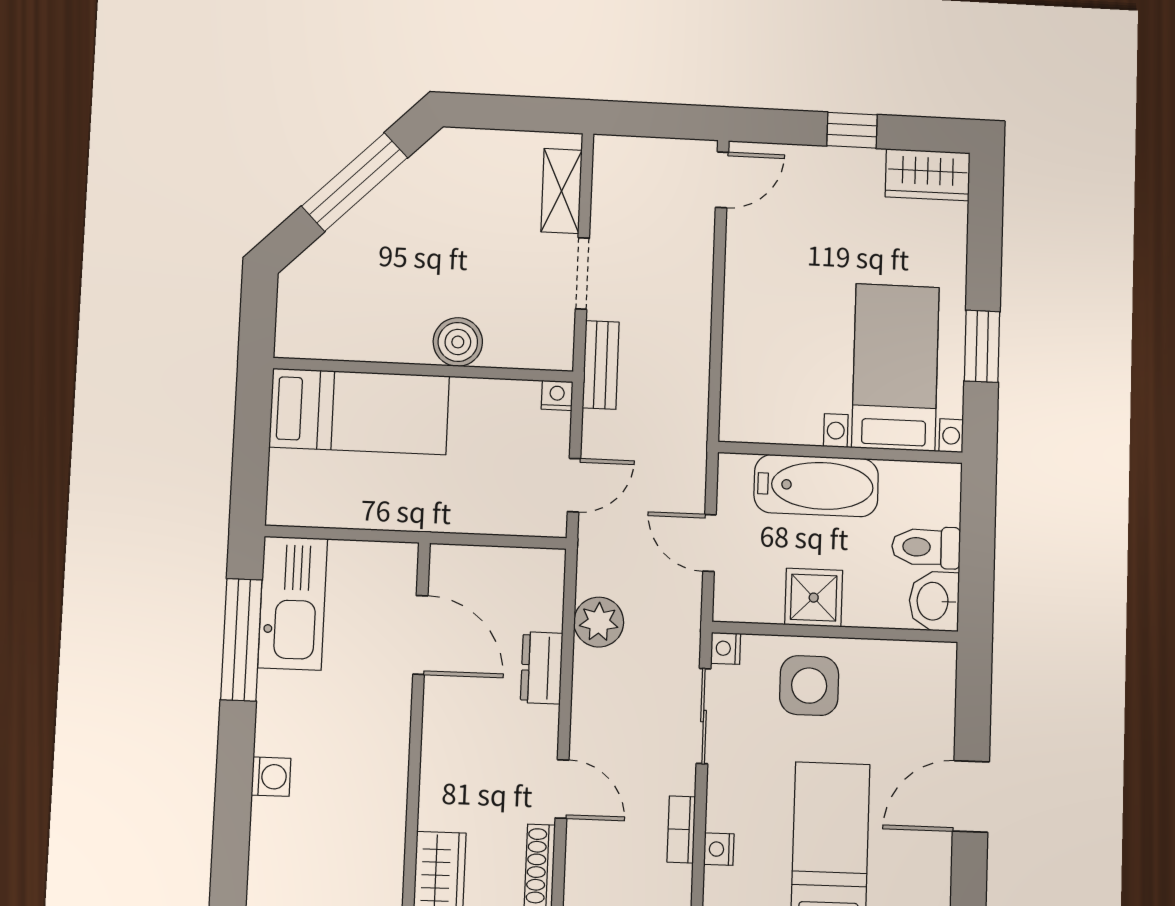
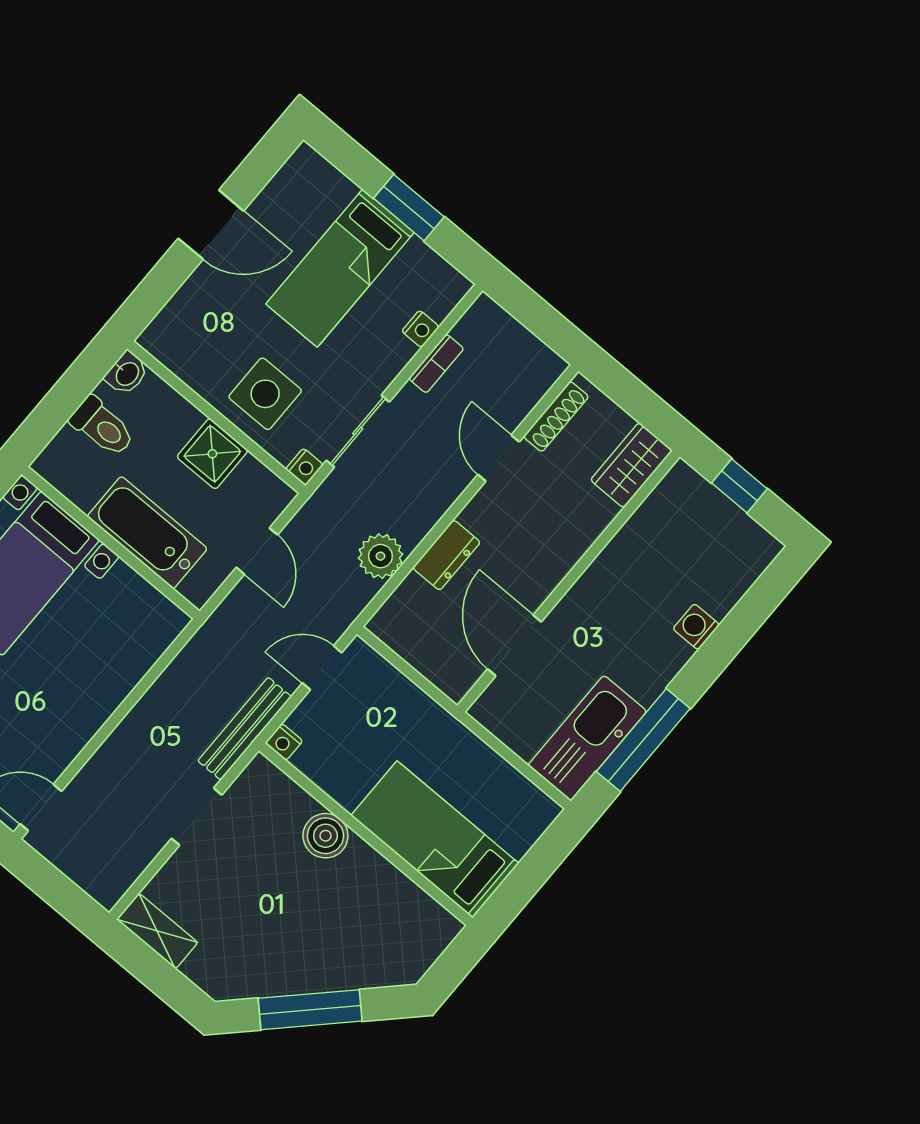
shelving: (562, 191) -> (157, 931), moved, turned 90
bench: (601, 365) -> (245, 729), width x1.36
washbasin: (934, 601) -> (127, 373), width x0.72, depth x0.69

